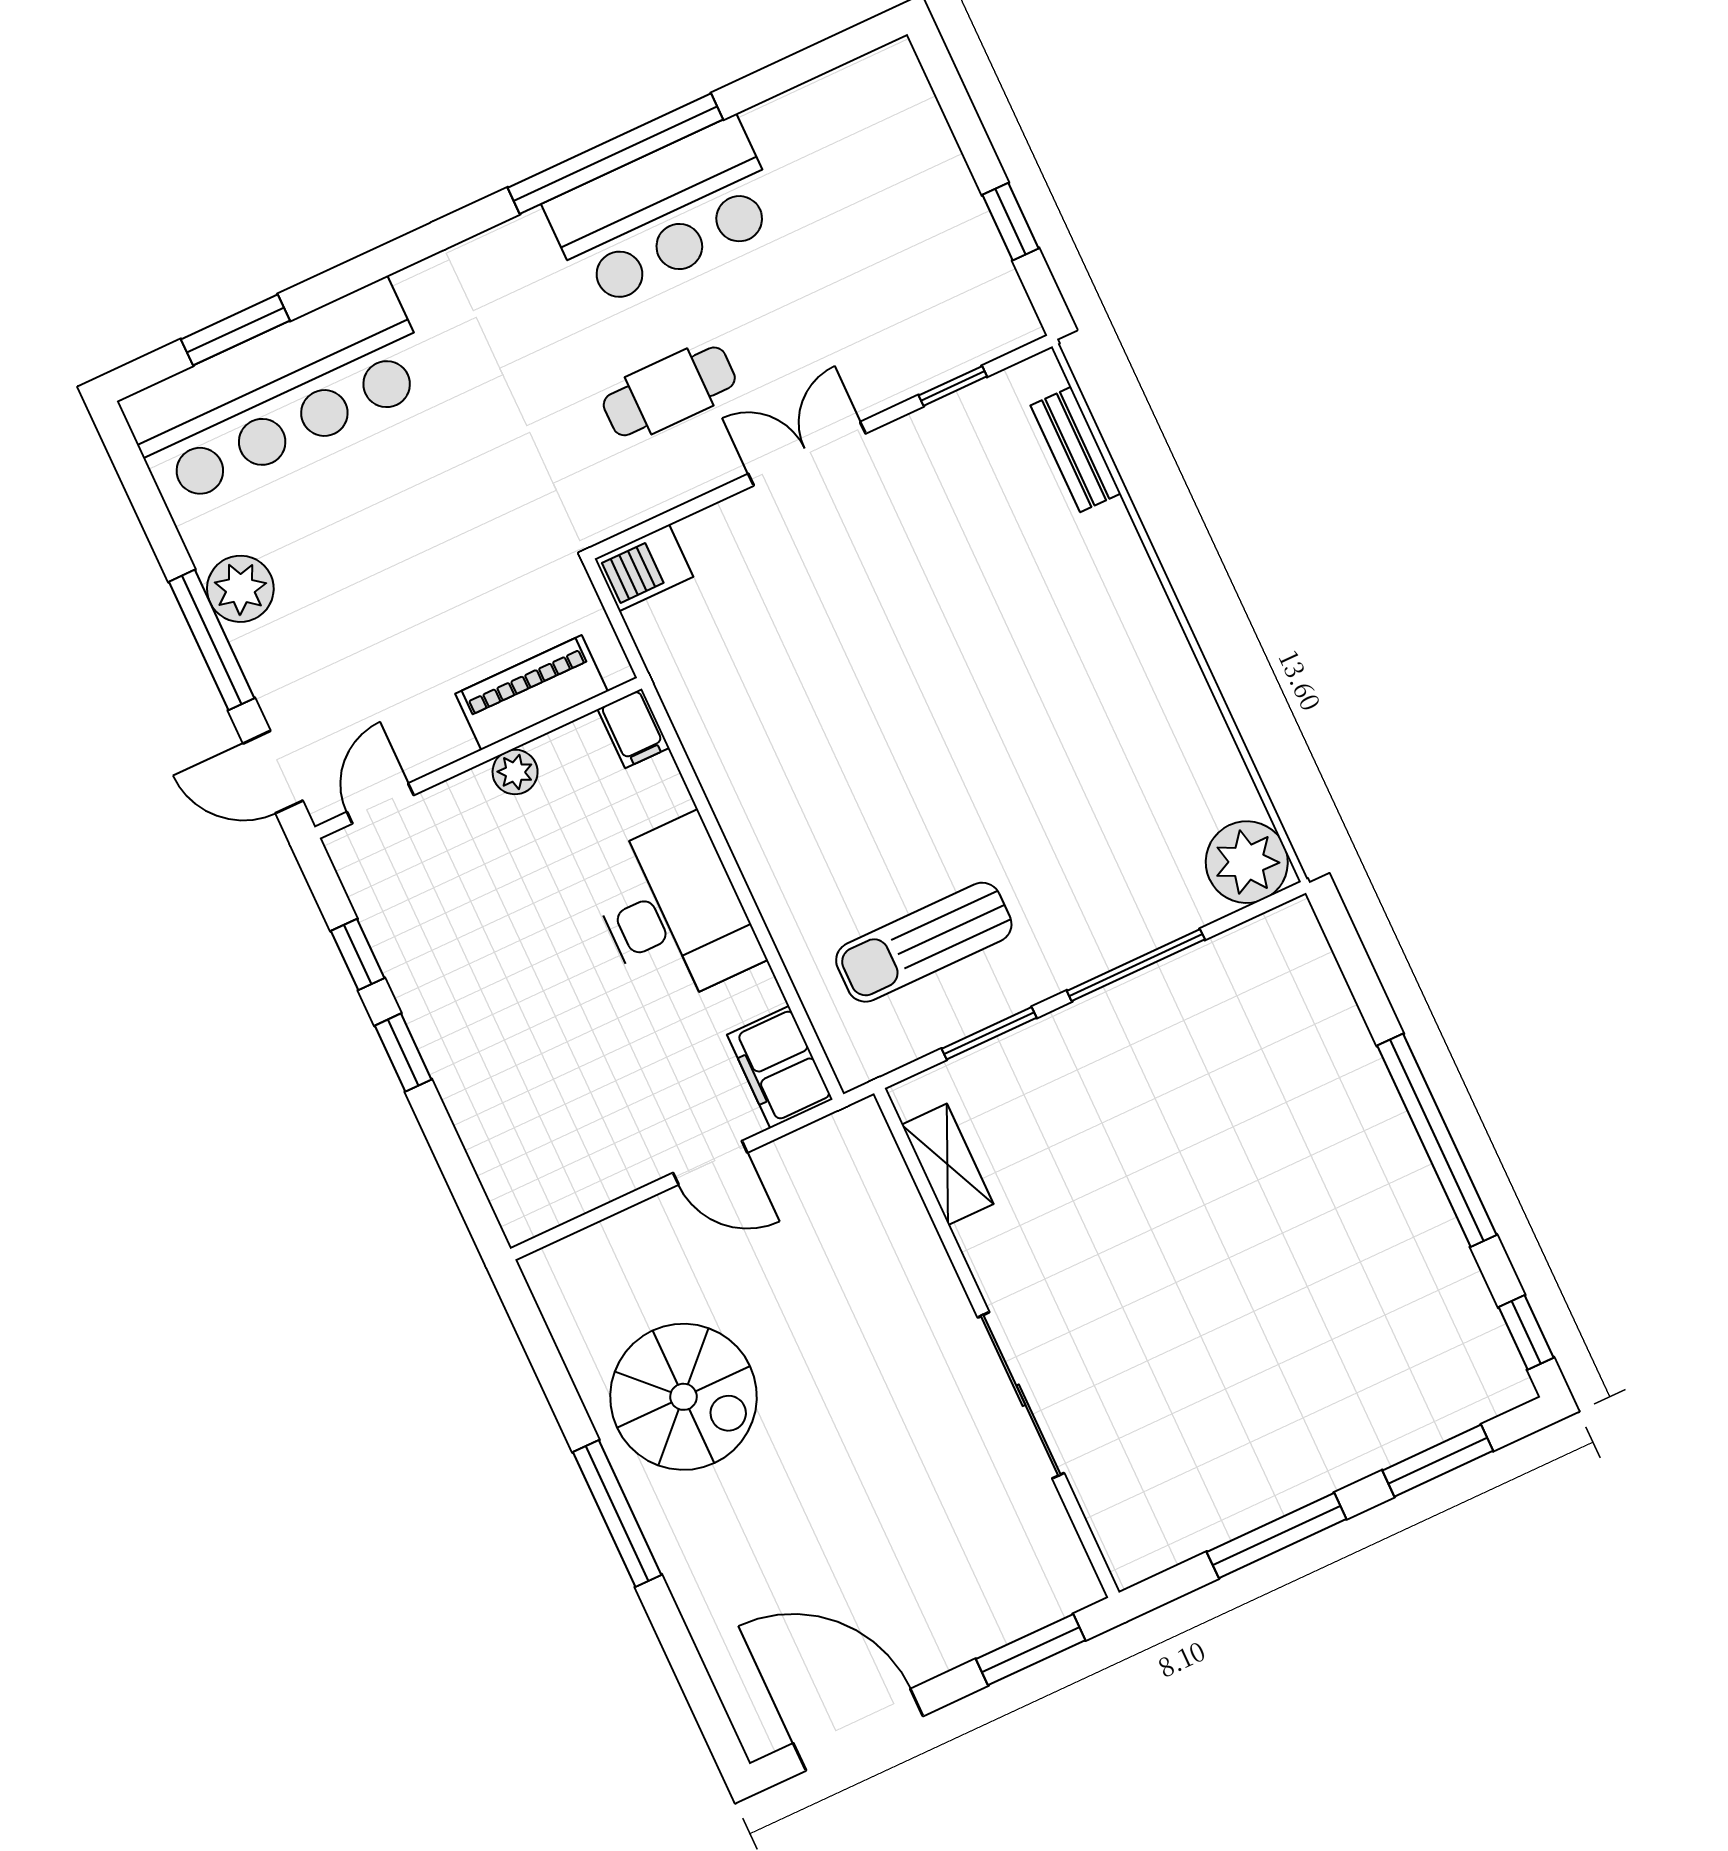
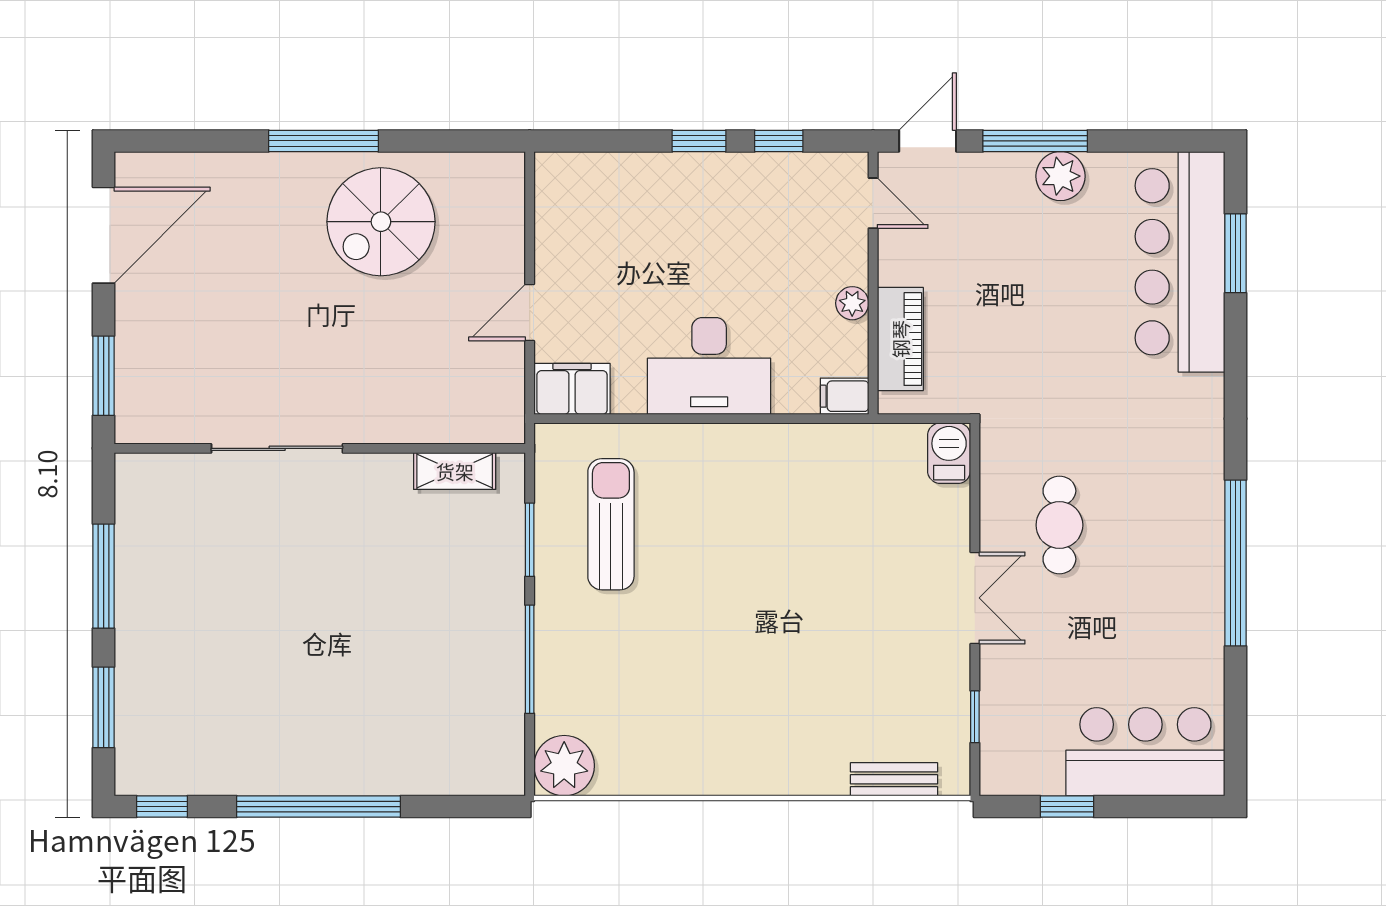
bar counter: (664, 213) -> (1145, 752), moved, turned 90

